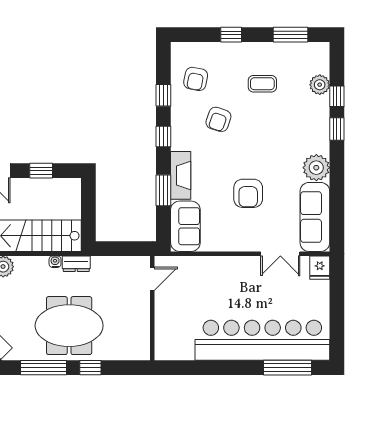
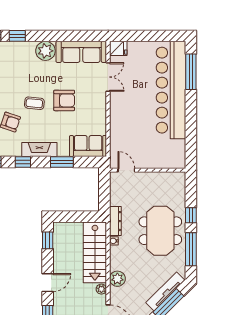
coffee table: (244, 152) -> (34, 103), added
window: (41, 171) -> (48, 240), moved
fireplace: (181, 175) -> (39, 150), moved
dresser: (76, 264) -> (115, 221), width x1.44

